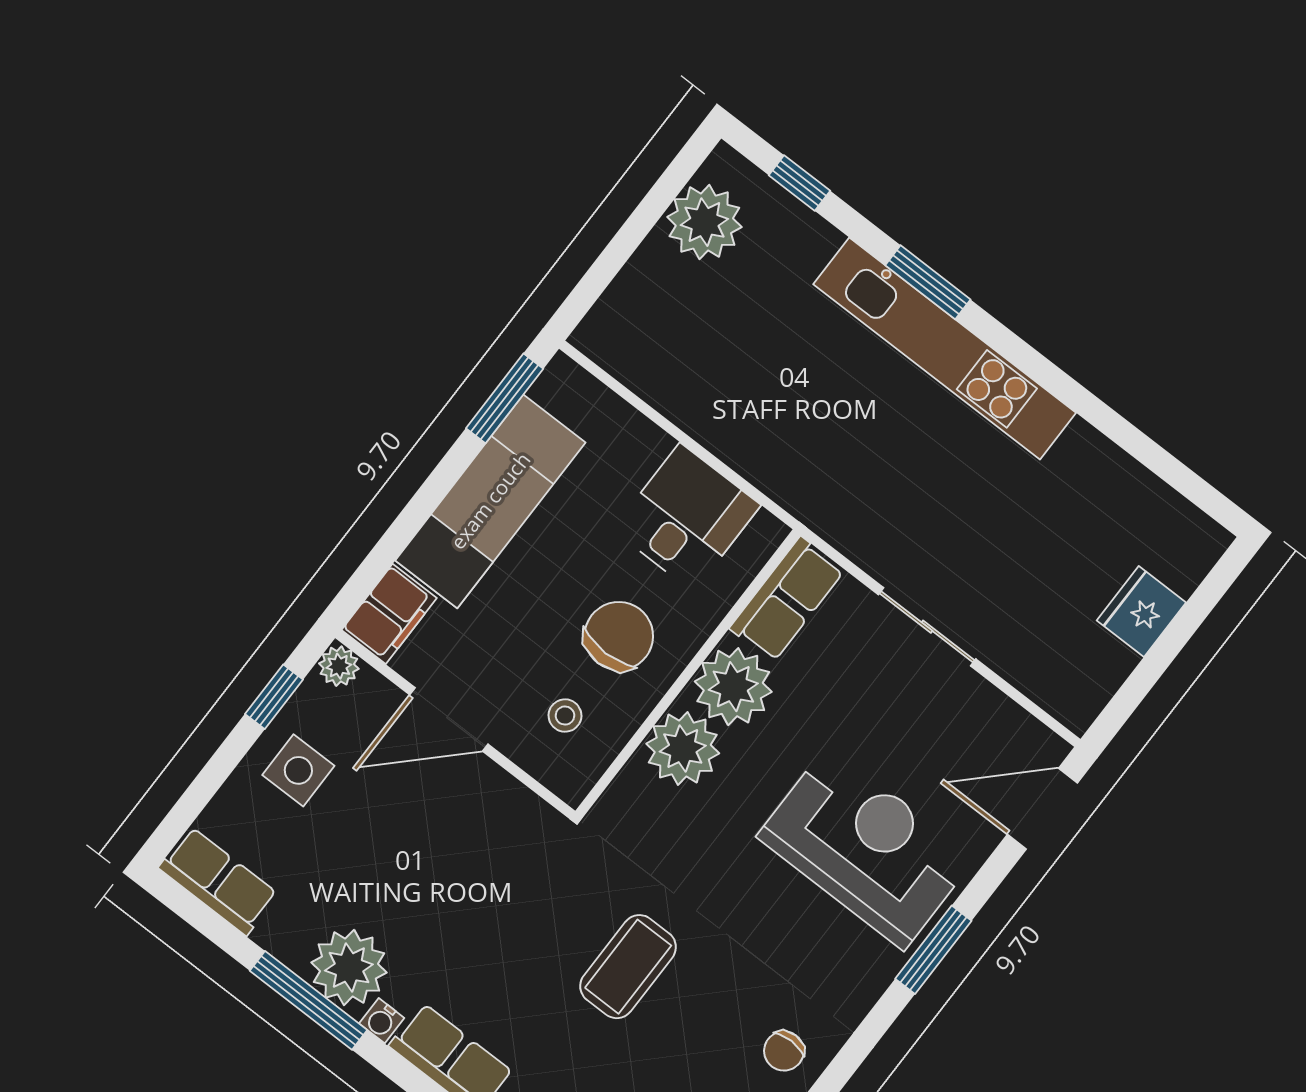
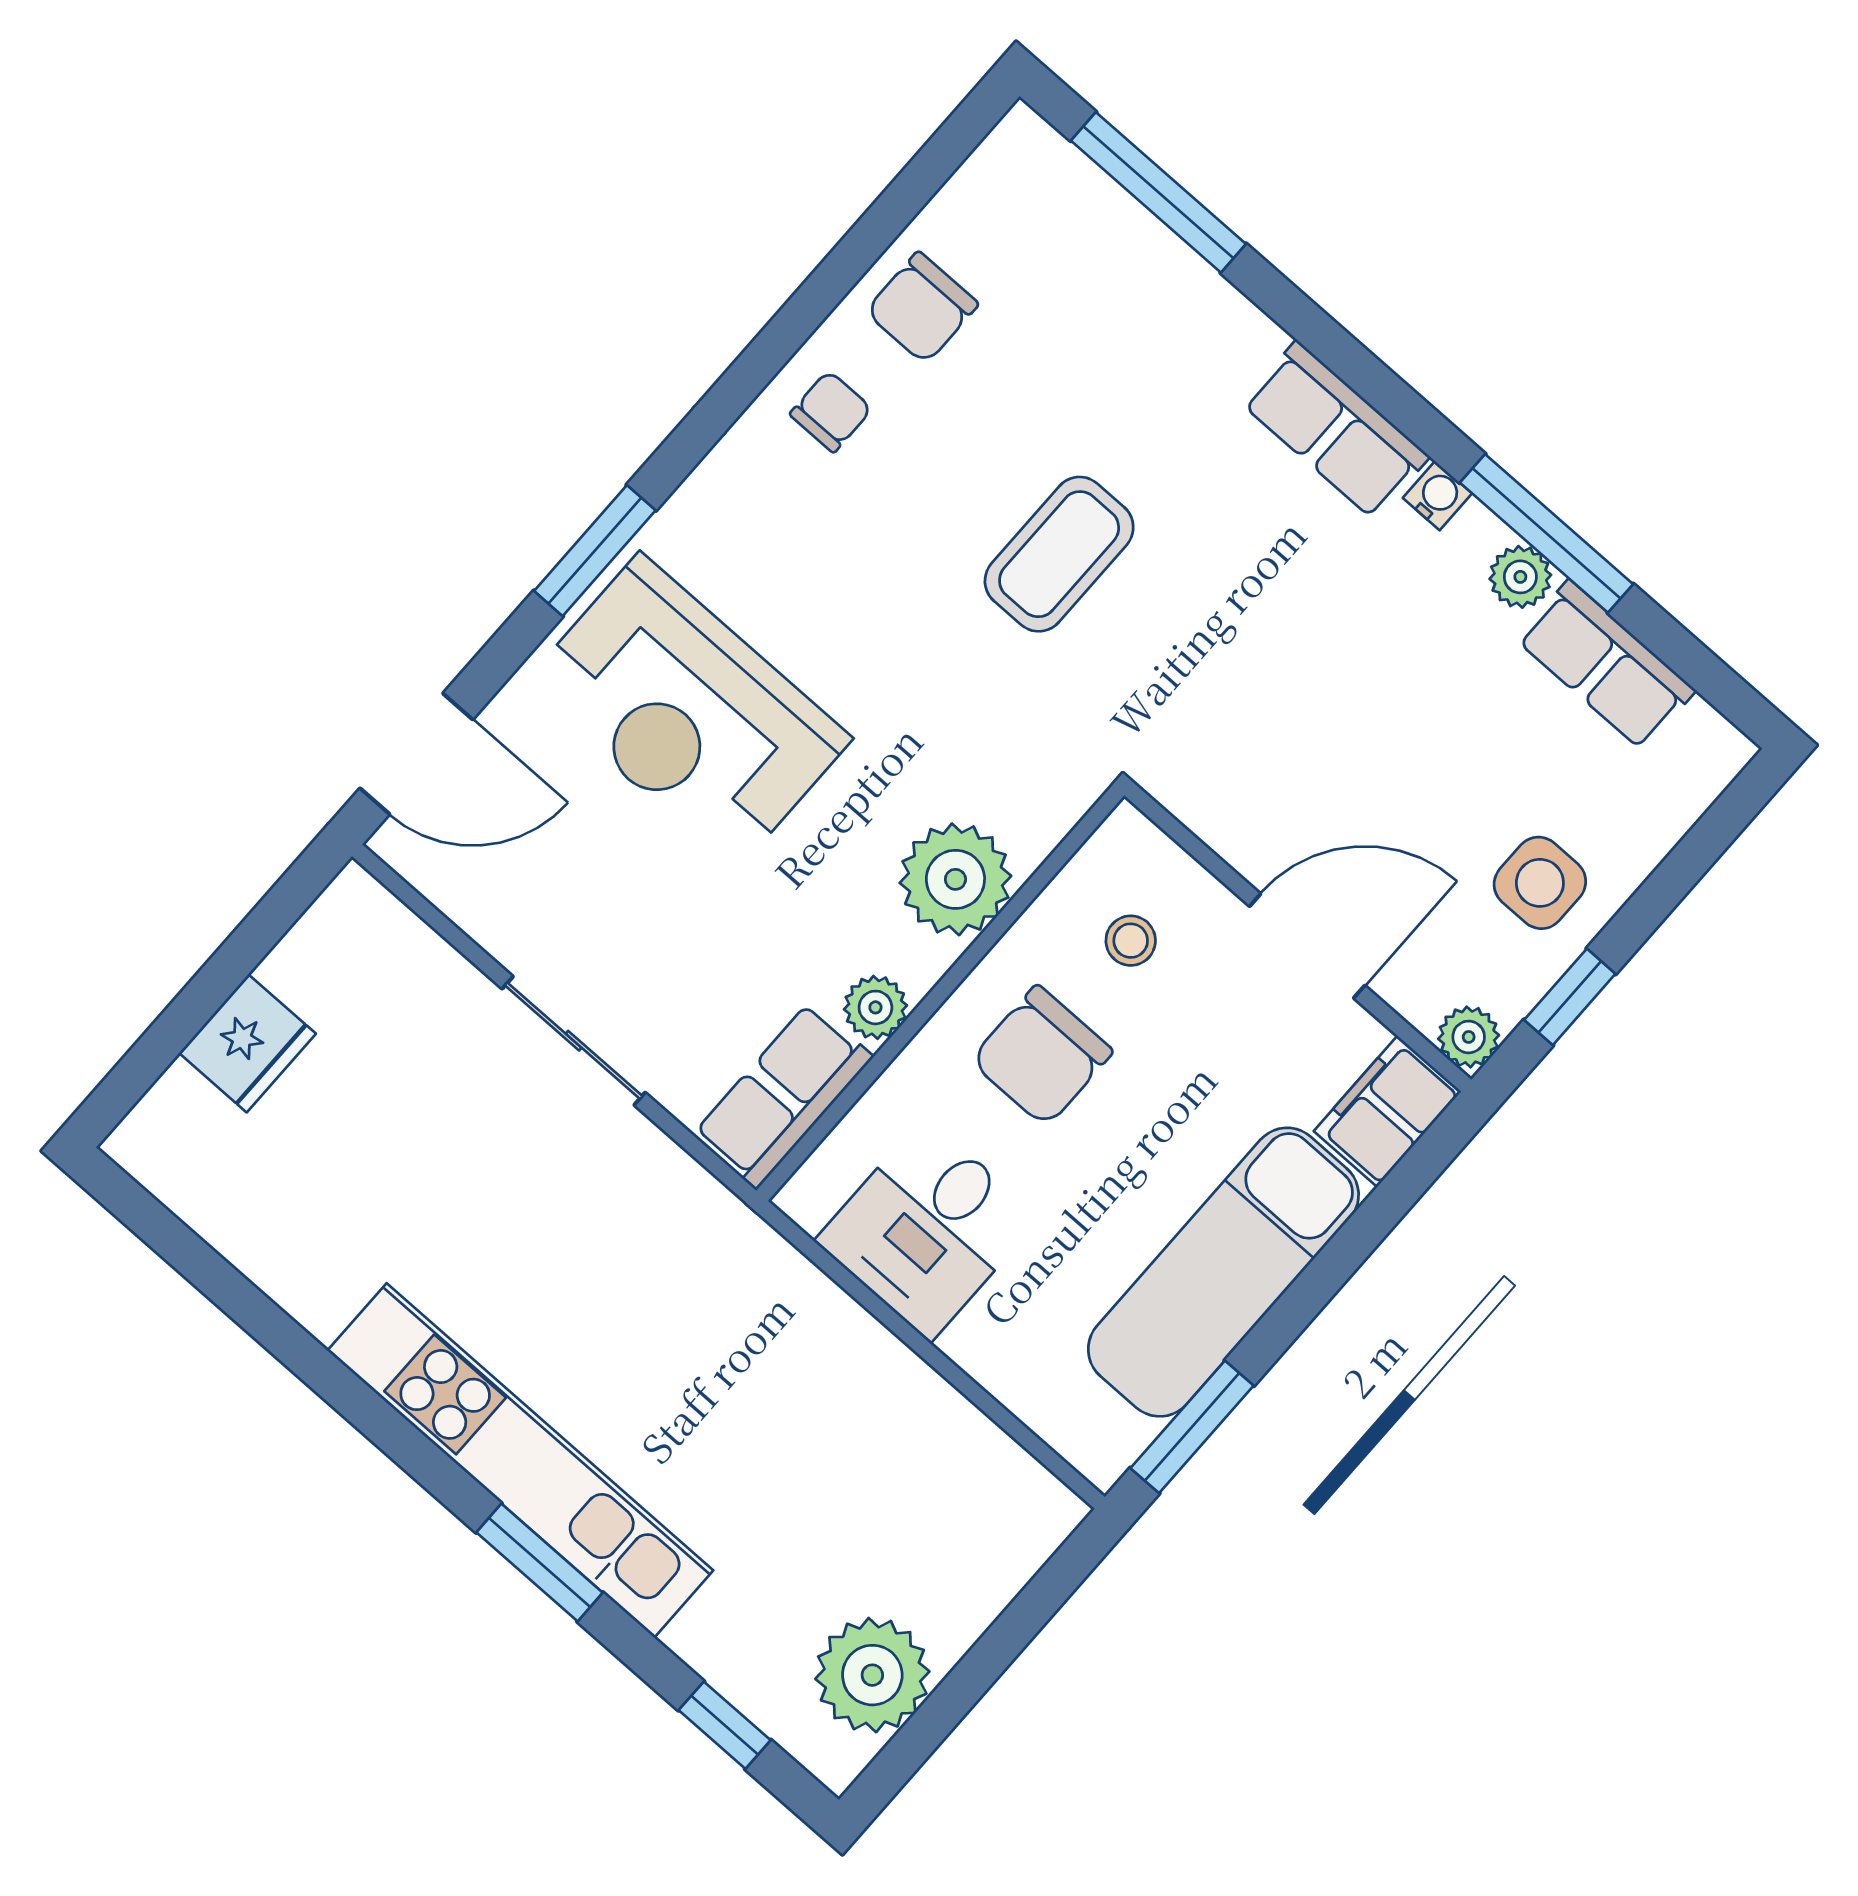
plant: (733, 687) -> (875, 1007), width x0.53, depth x0.53
row of seats: (218, 881) -> (1606, 665), moved
plant: (349, 968) -> (1520, 577), width x0.53, depth x0.53

